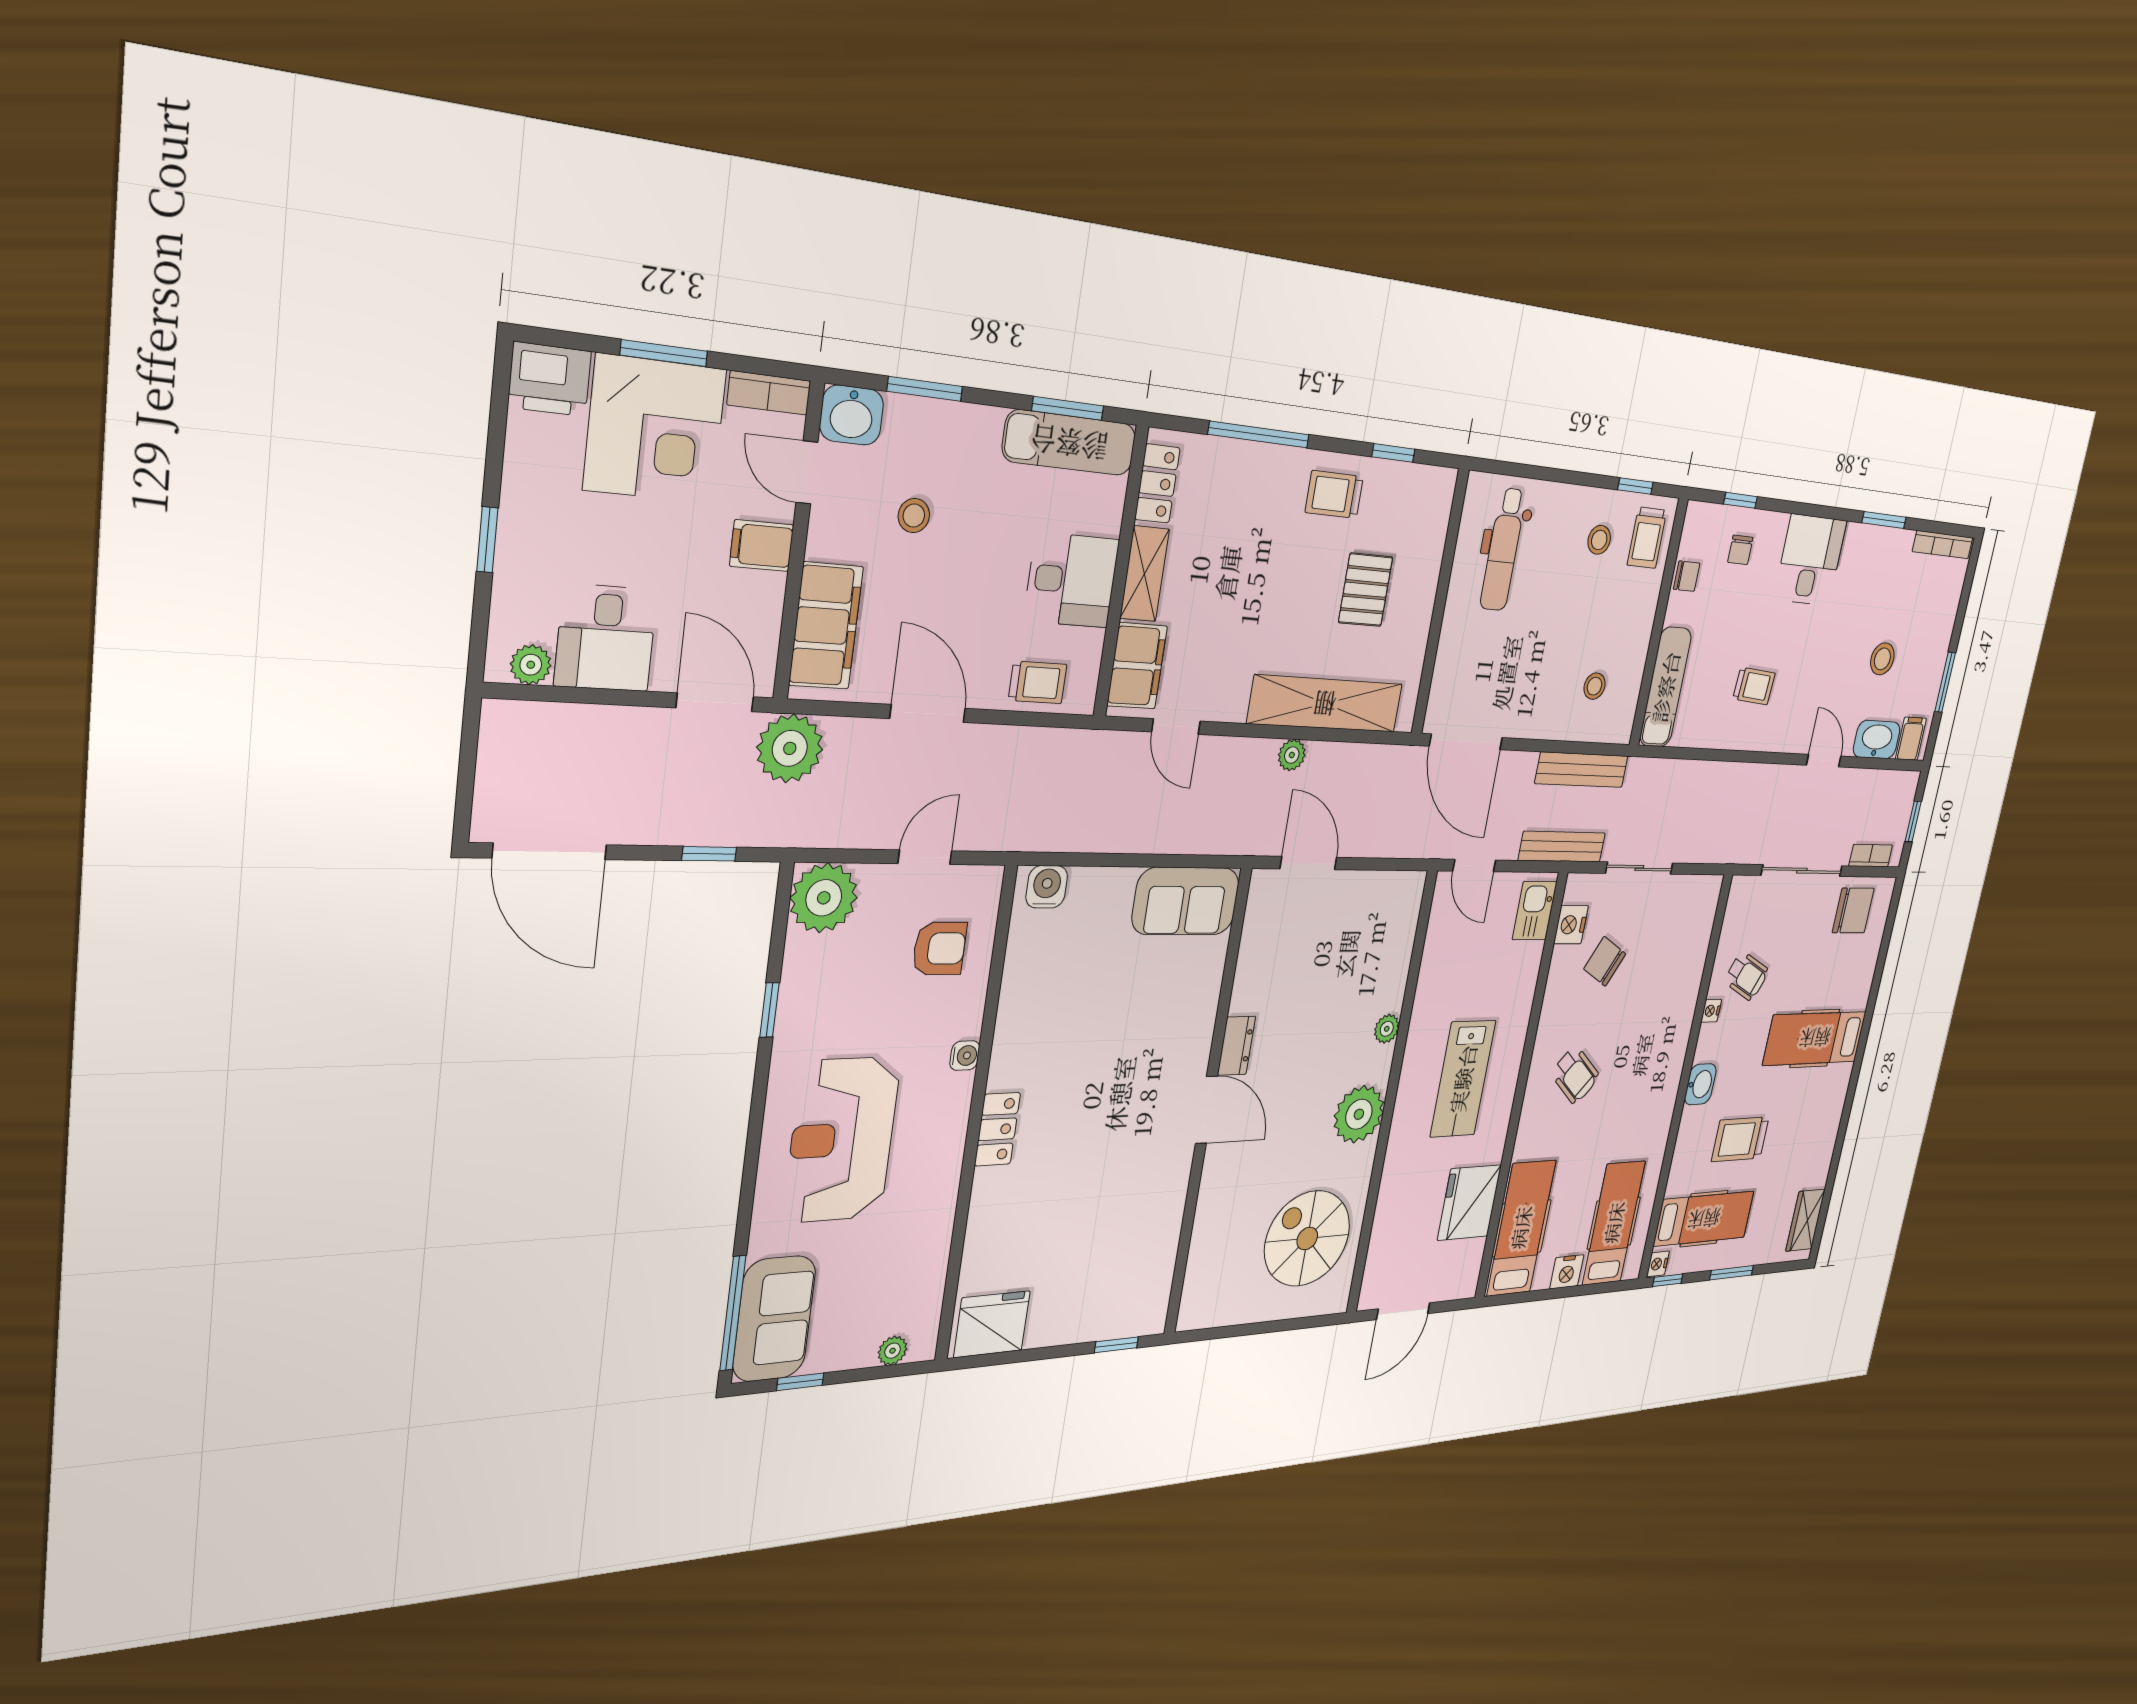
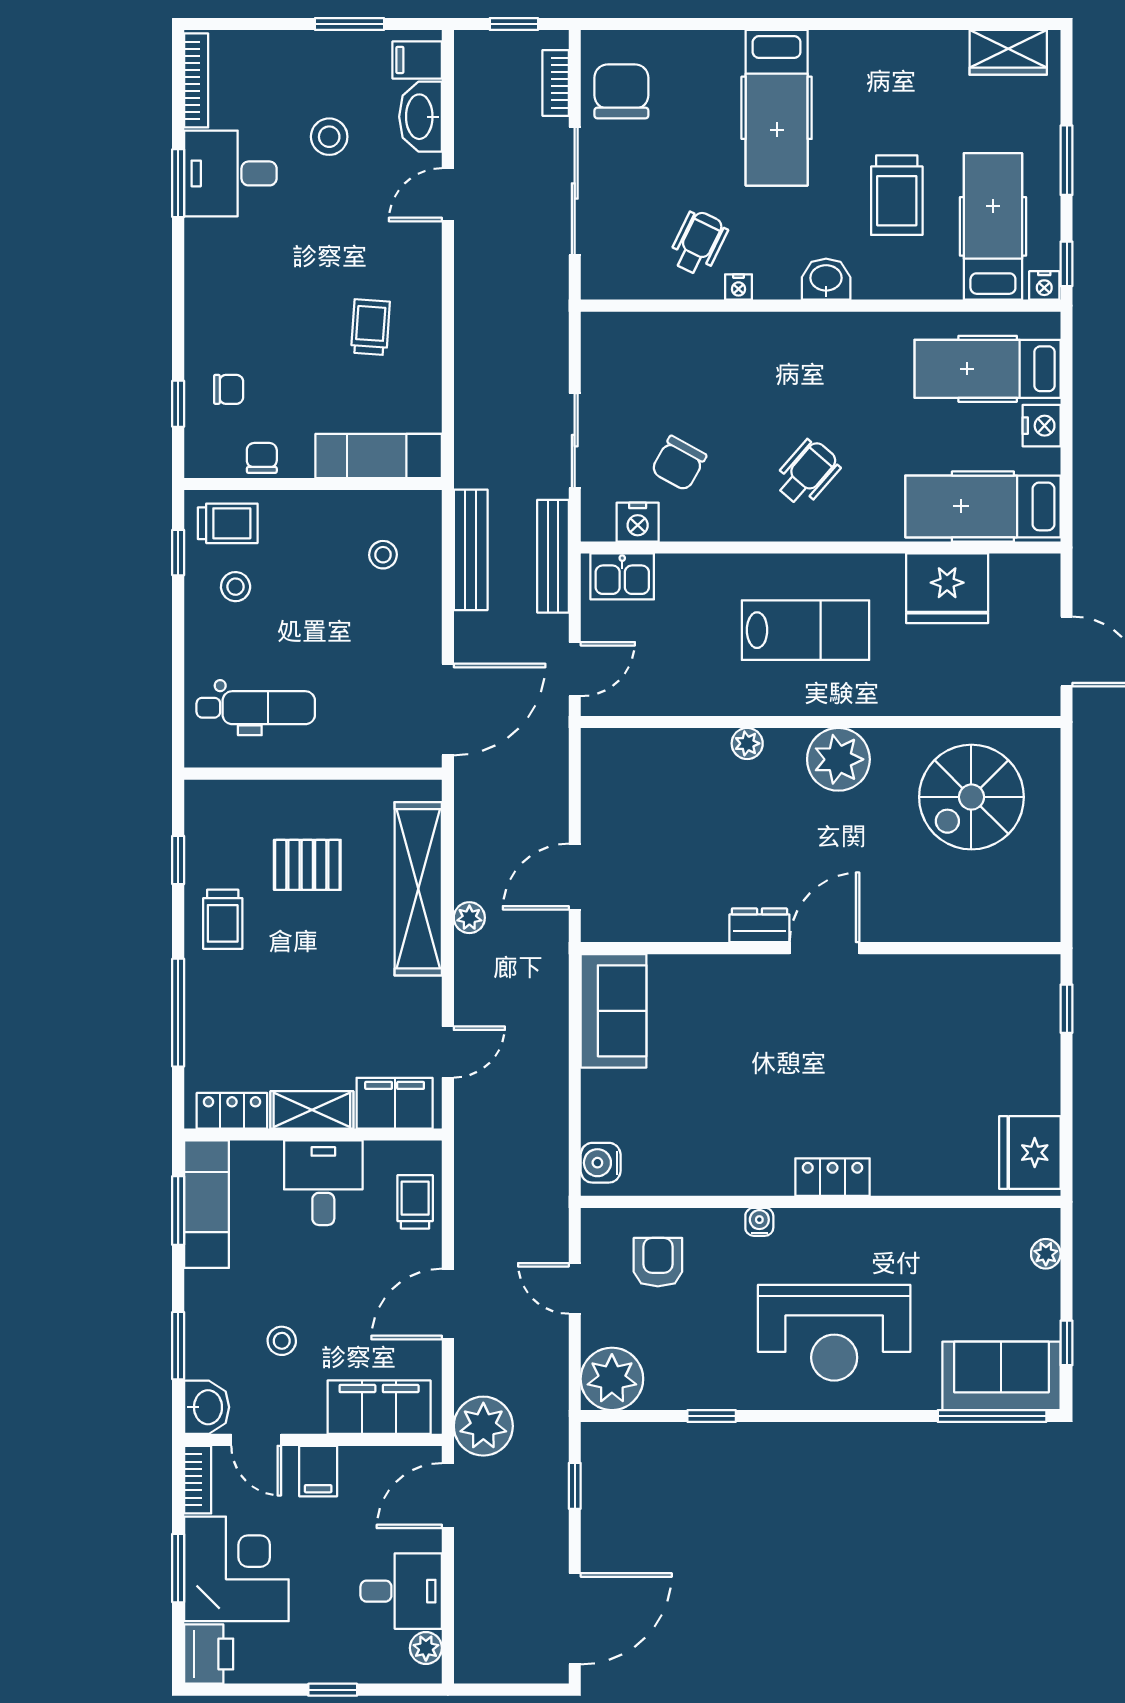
door: (807, 472) -> (256, 1440), hinge flipped
desk: (1810, 560) -> (230, 173), moved

